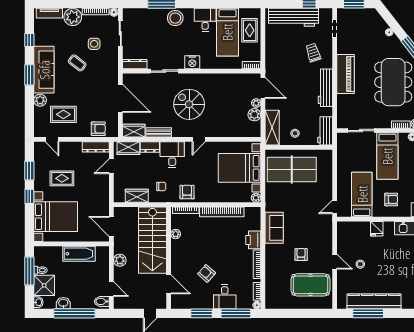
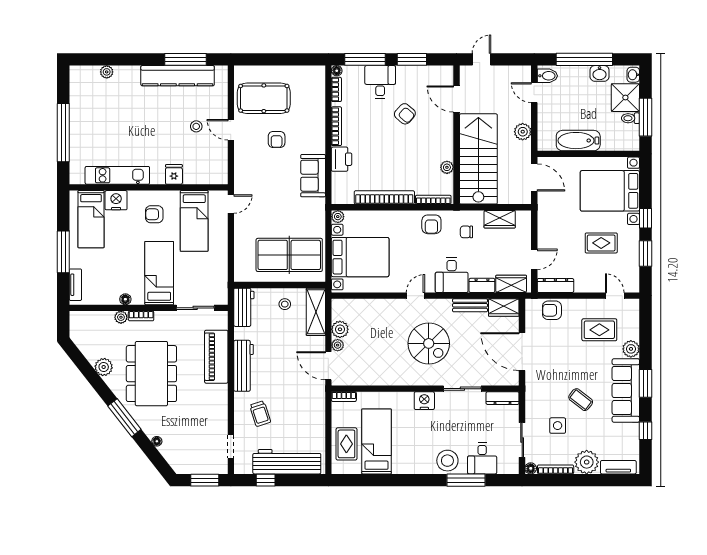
desk: (205, 20) -> (482, 458), moved
piano: (345, 74) -> (216, 357), moved

